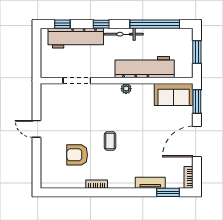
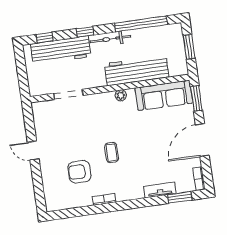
sofa: (174, 94) -> (164, 95), width x1.36

